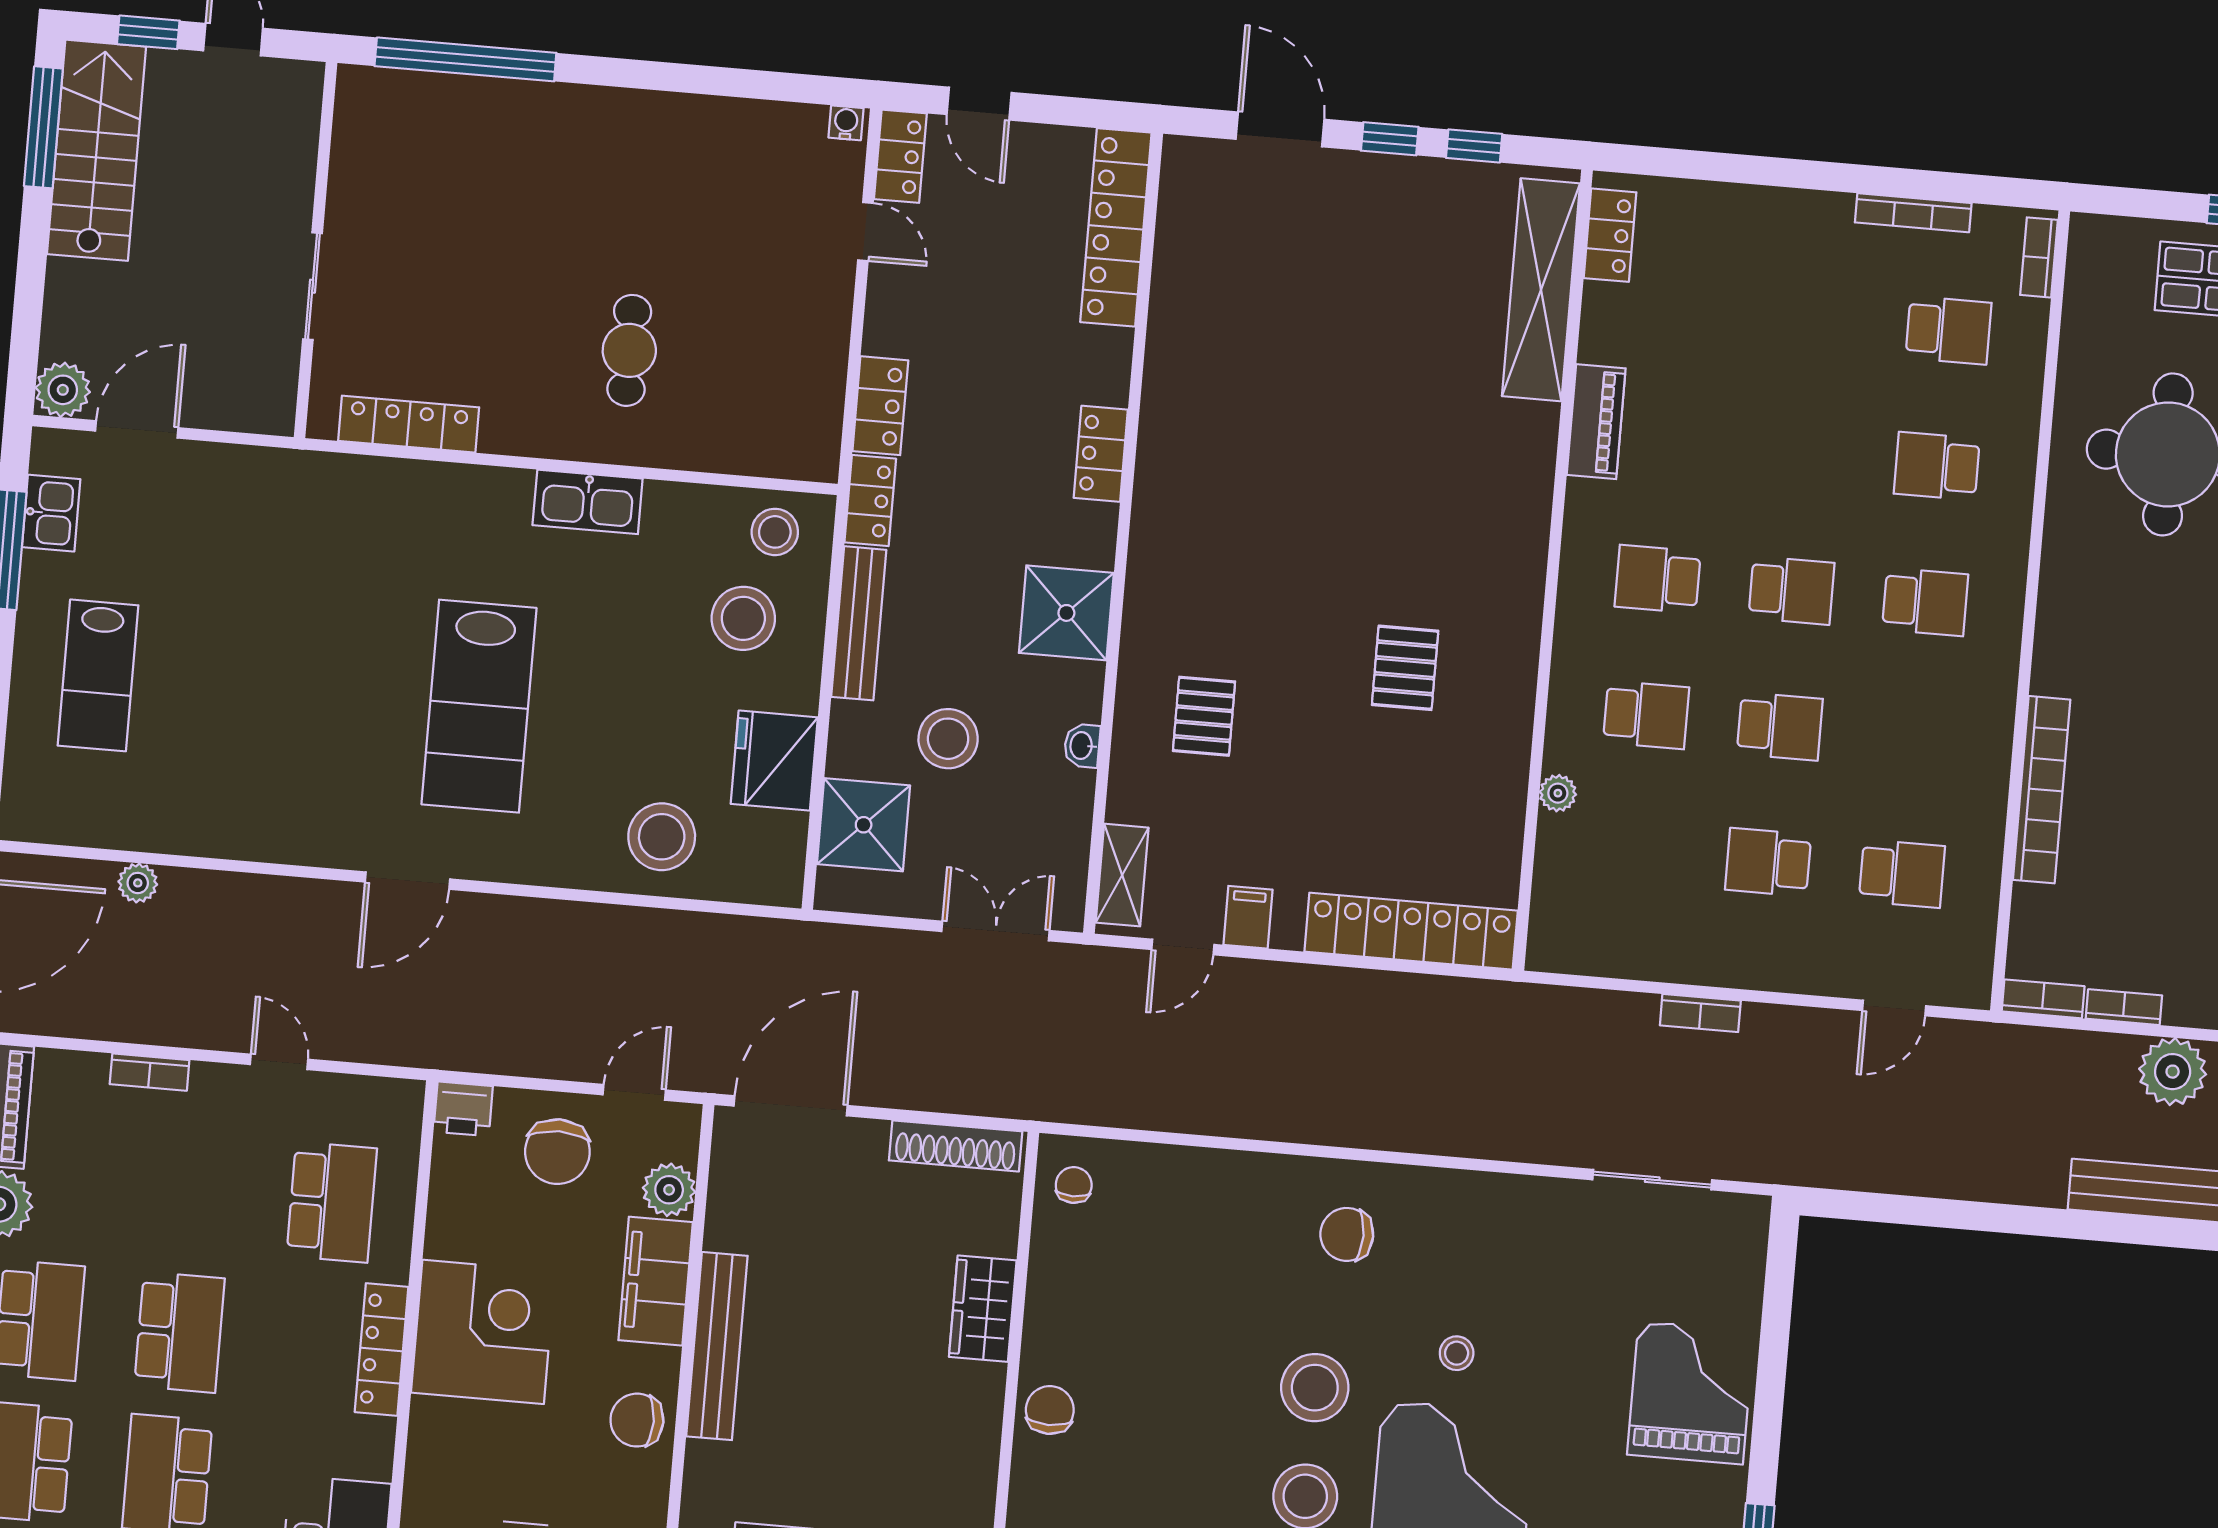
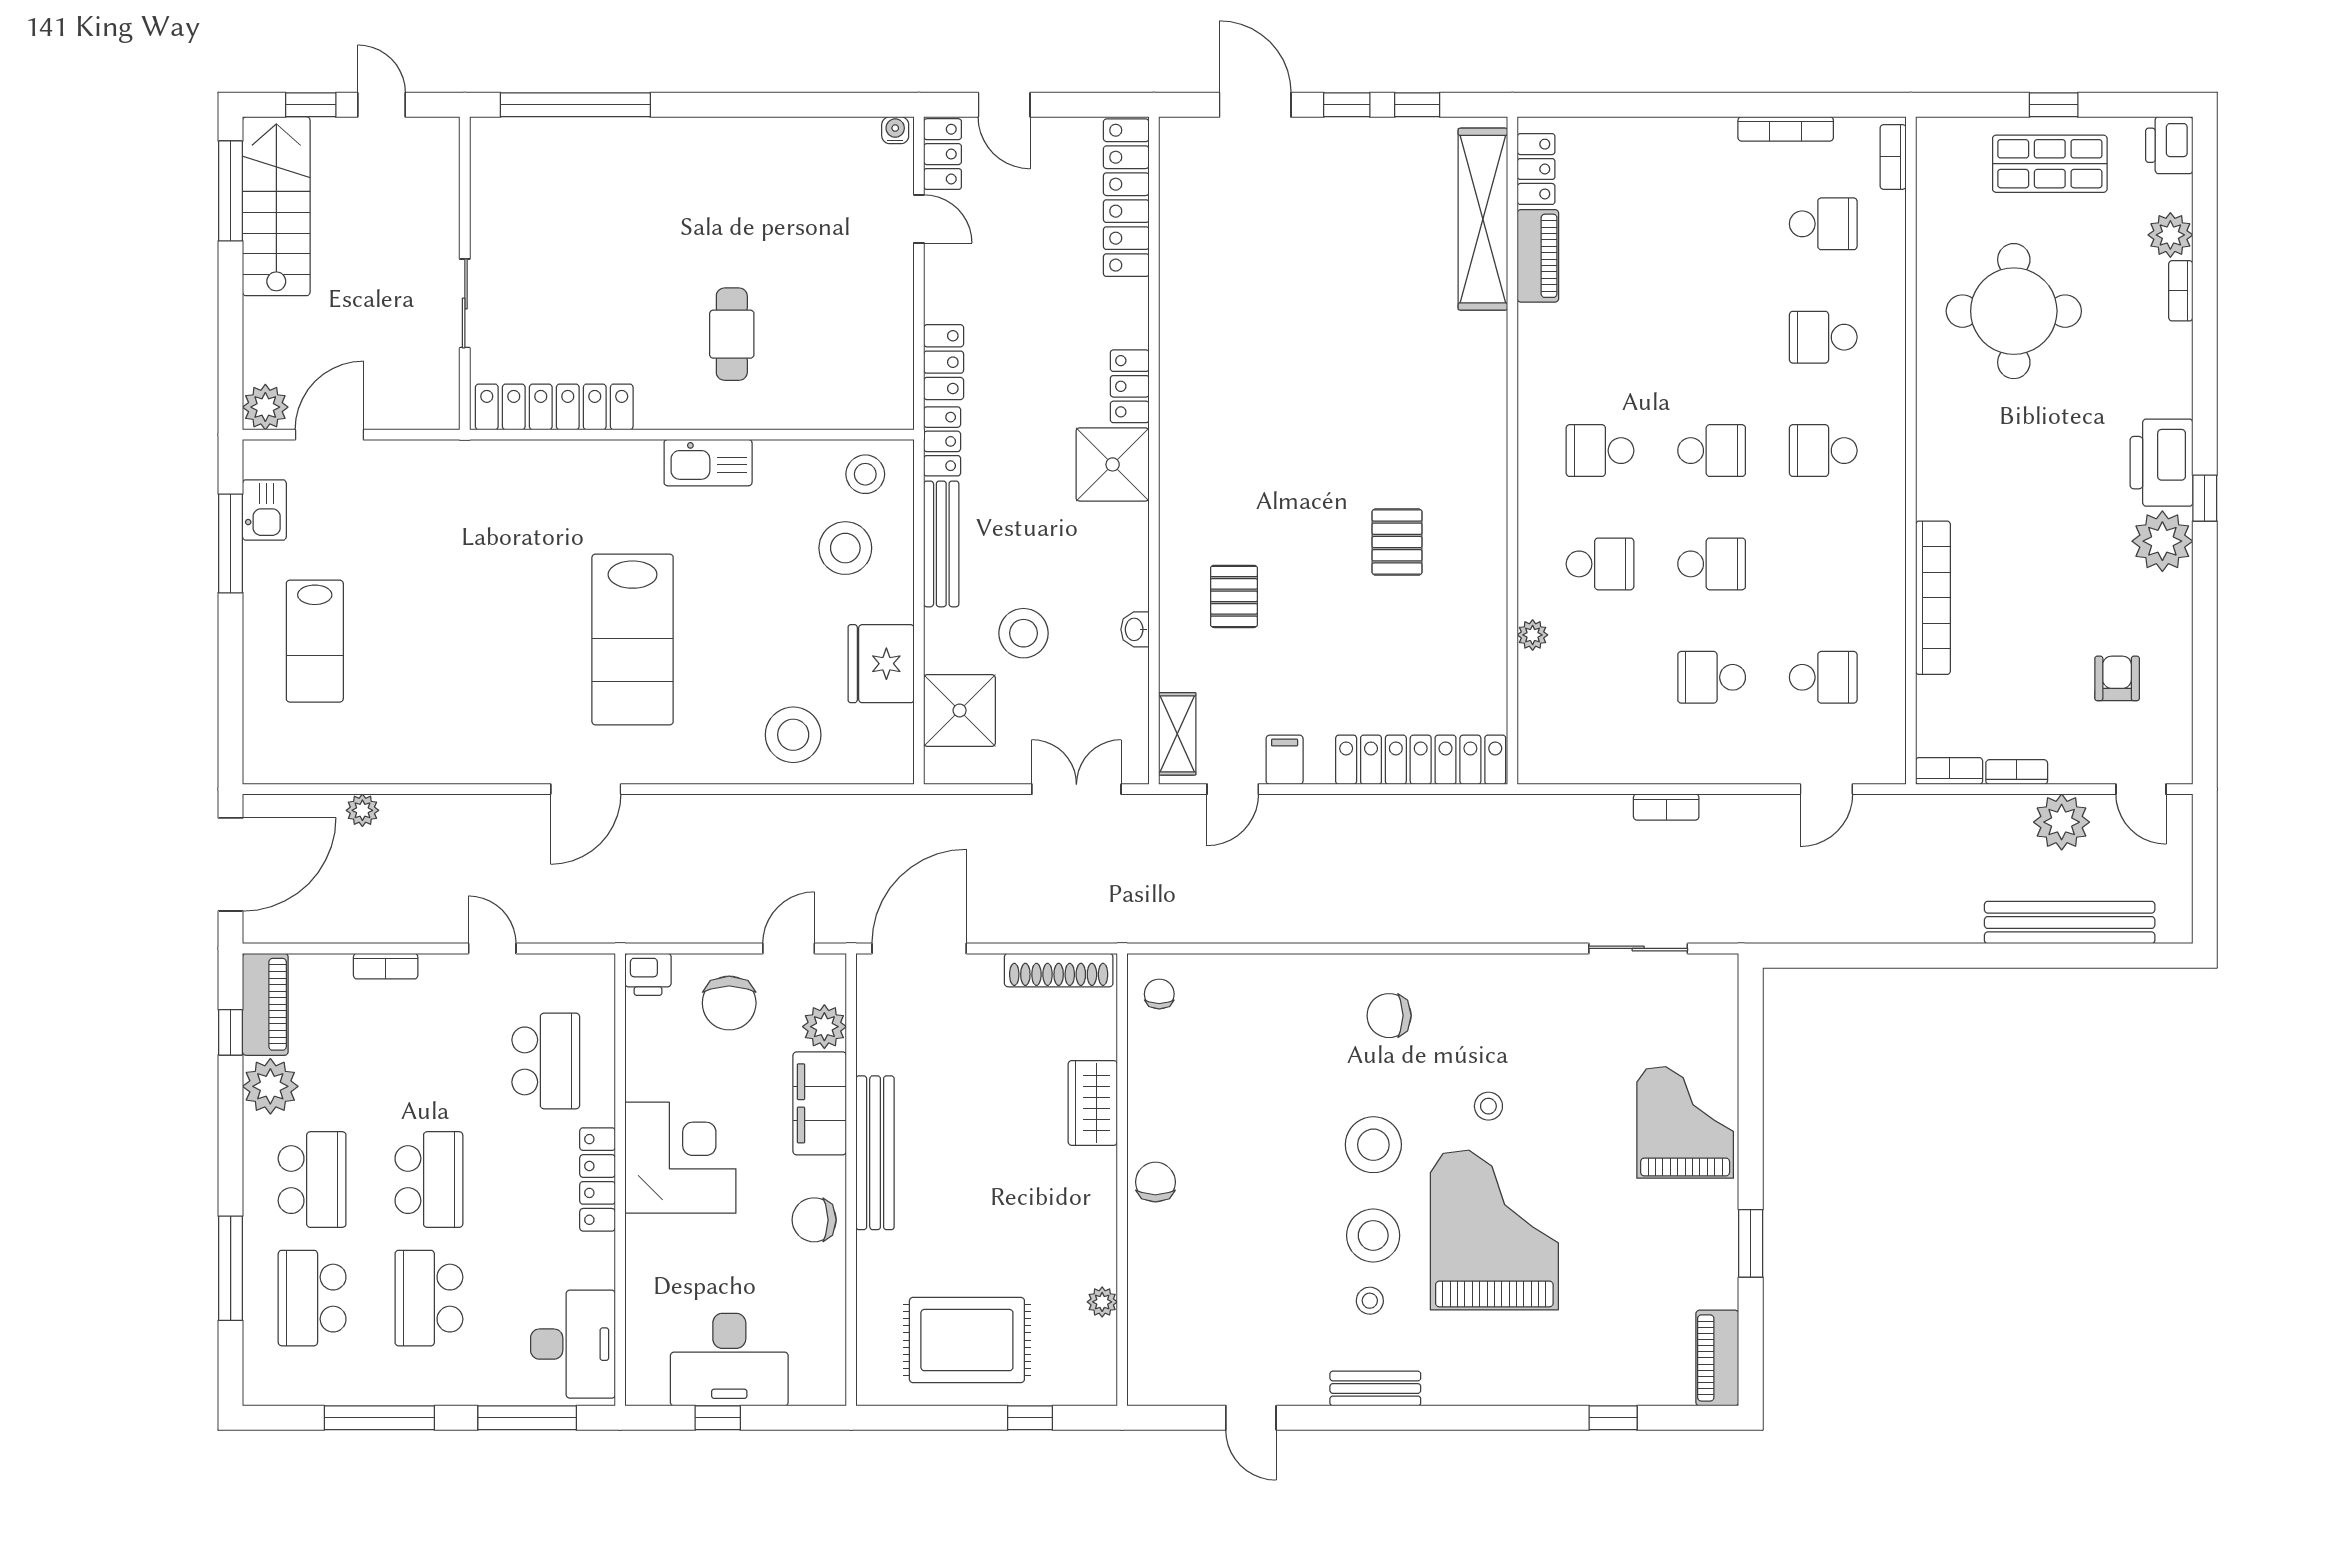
piano: (1596, 422) -> (1538, 256), moved
locker: (409, 424) -> (554, 407), width x1.41, depth x1.21
school desk: (1925, 602) -> (1823, 451), turned 180
shower: (1066, 613) -> (1113, 464), moved

